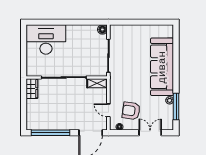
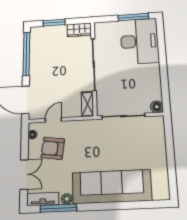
window: (24, 43) -> (133, 17), added
window: (24, 110) -> (54, 23), added
armchair: (131, 111) -> (53, 148), turned -90
tv unit: (169, 118) -> (43, 199), added

